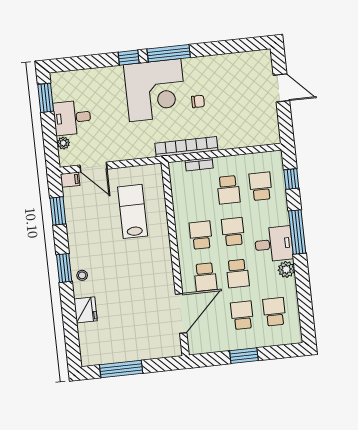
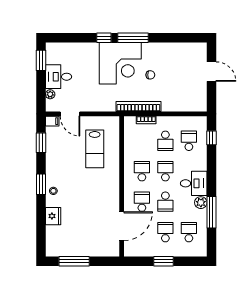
lab bench: (133, 211) -> (95, 149), turned 180
window: (297, 232) -> (211, 212), moved
school desk: (205, 277) -> (142, 202), turned 180

